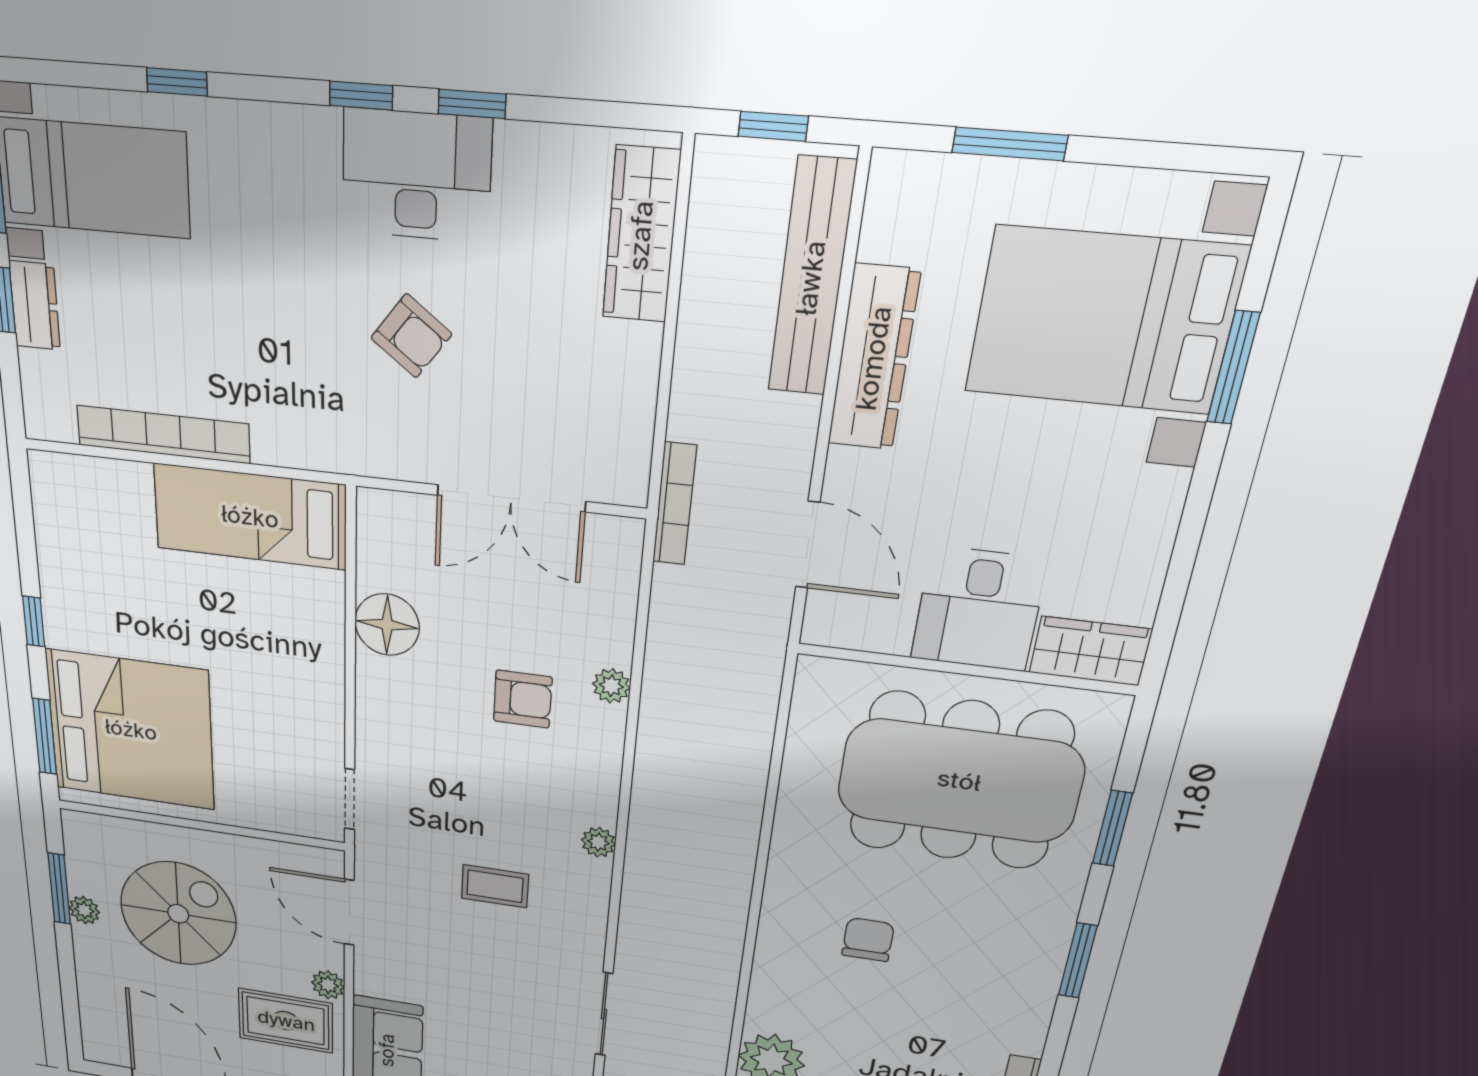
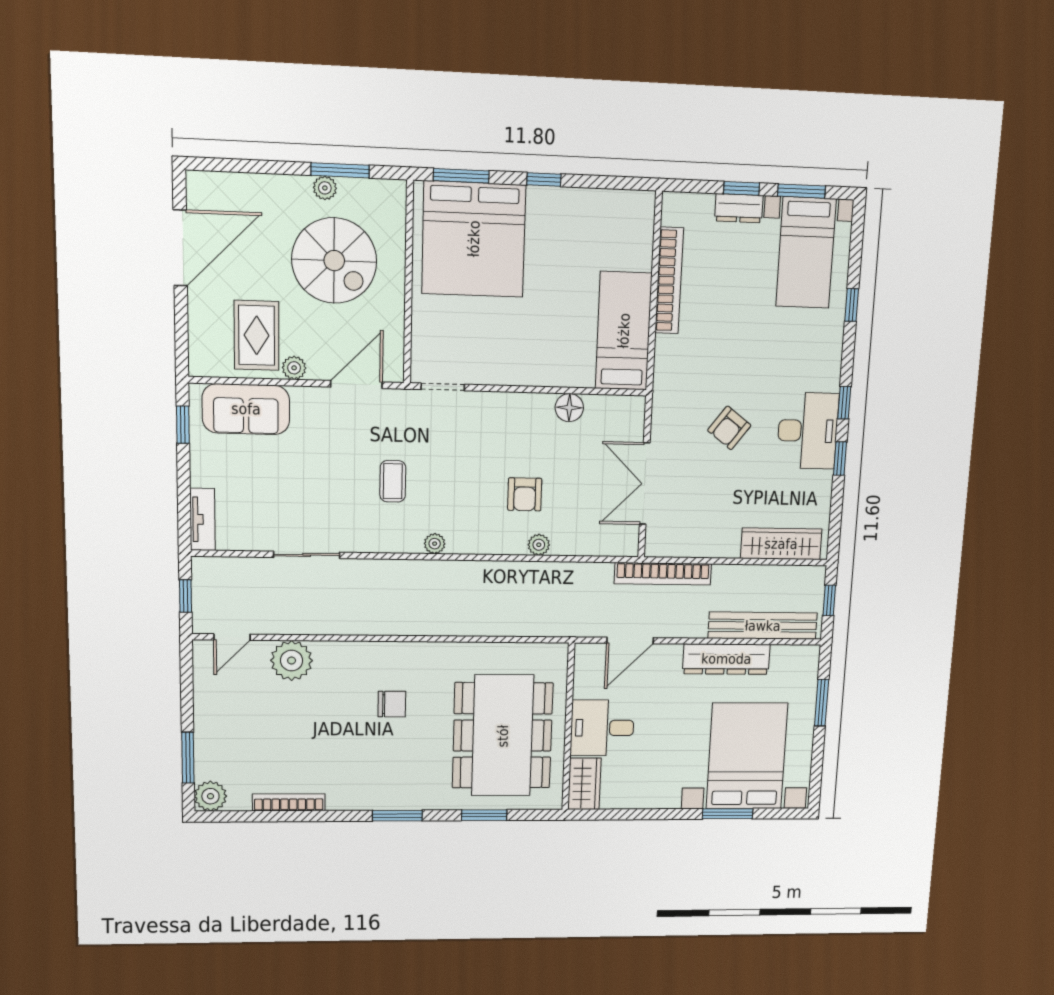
bookcase: (675, 504) -> (663, 574), width x1.48, depth x1.31
floor lamp: (387, 625) -> (569, 408), width x0.73, depth x0.73

